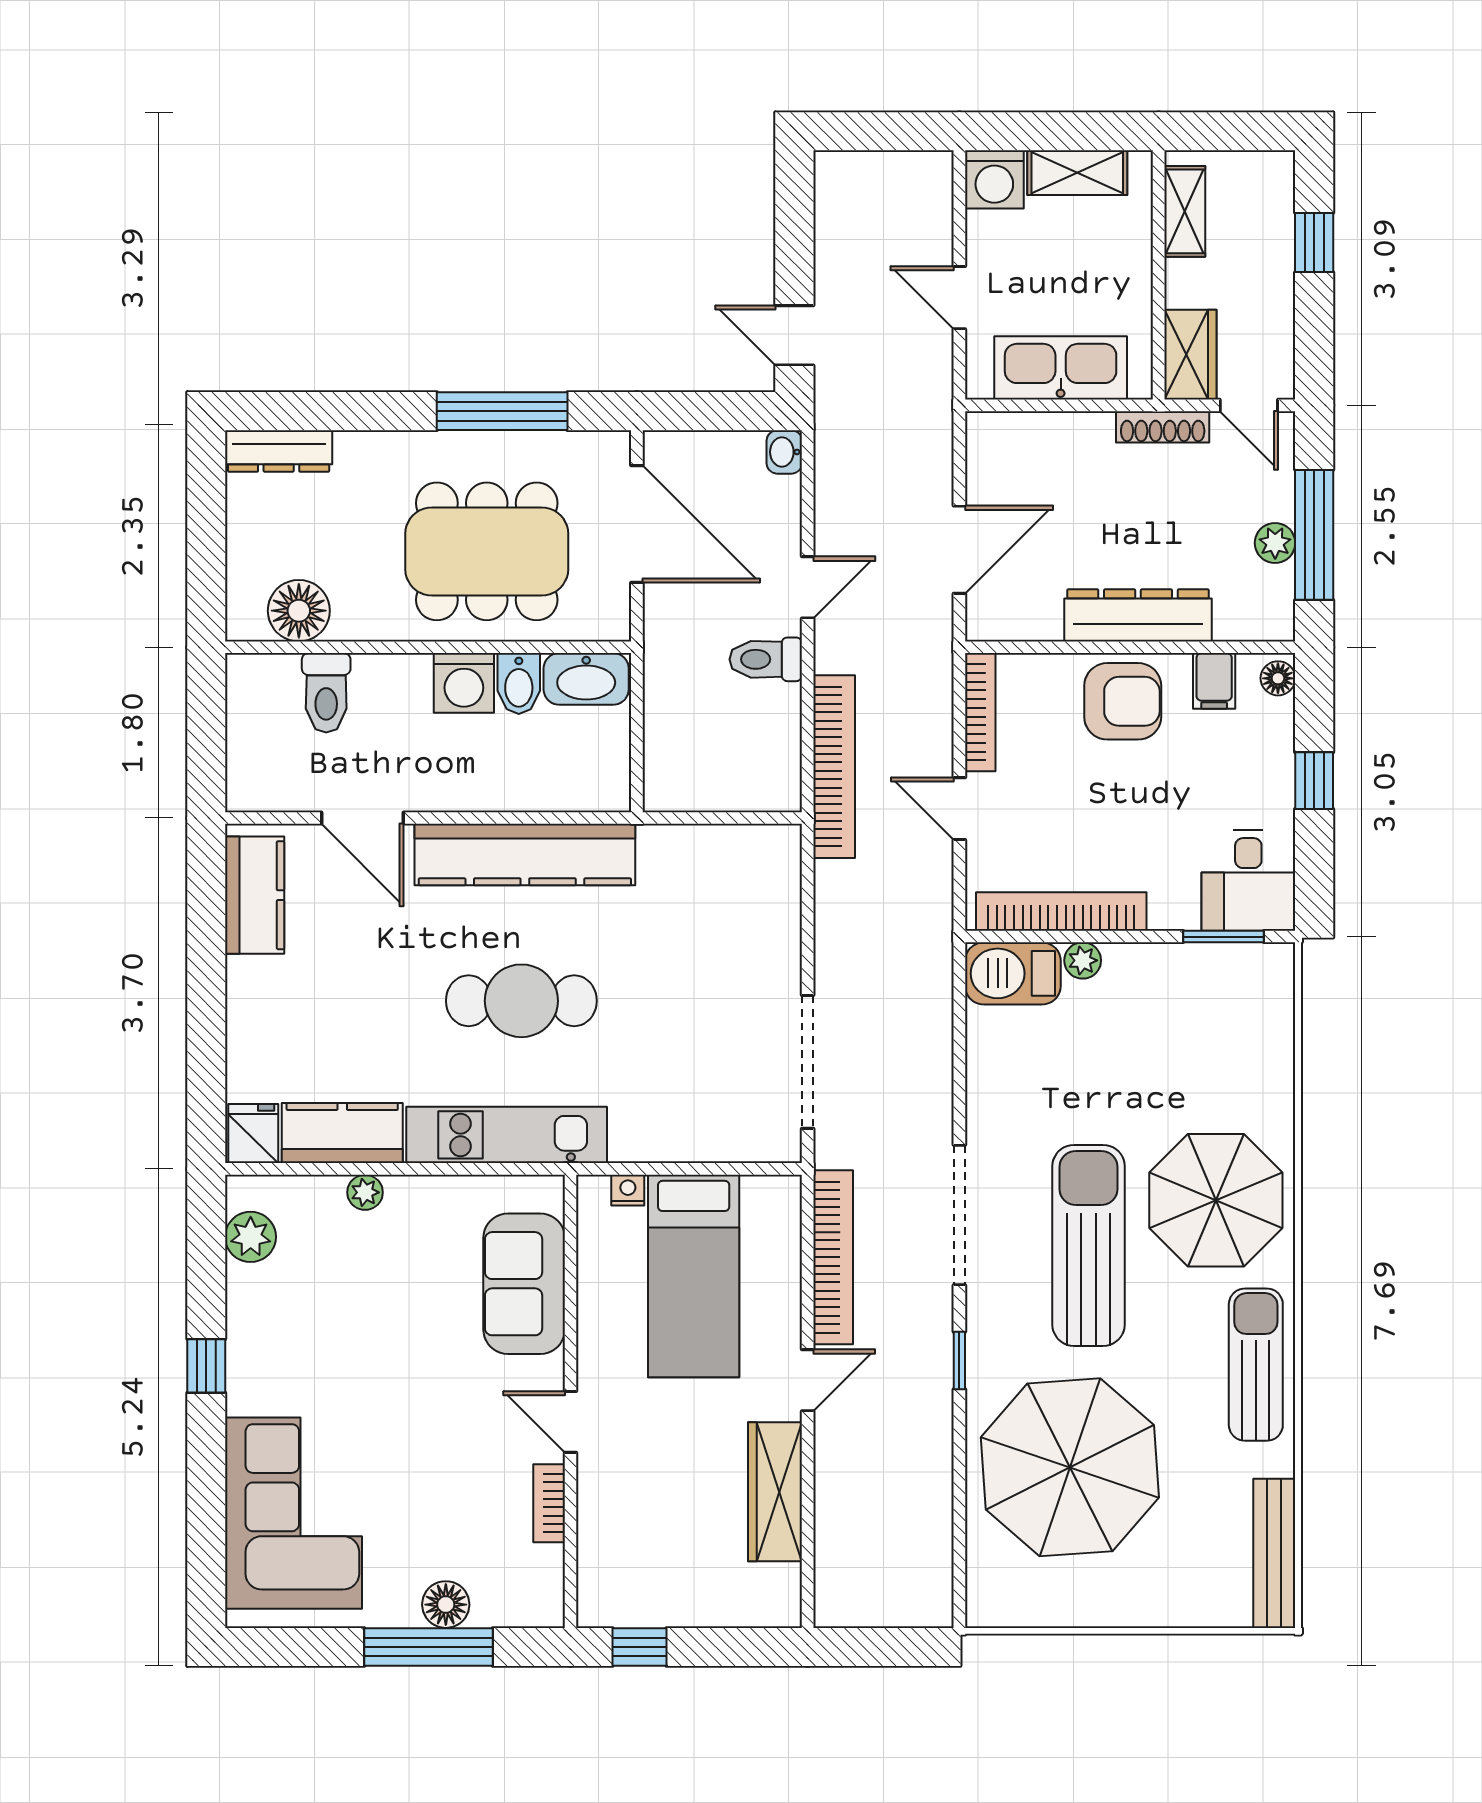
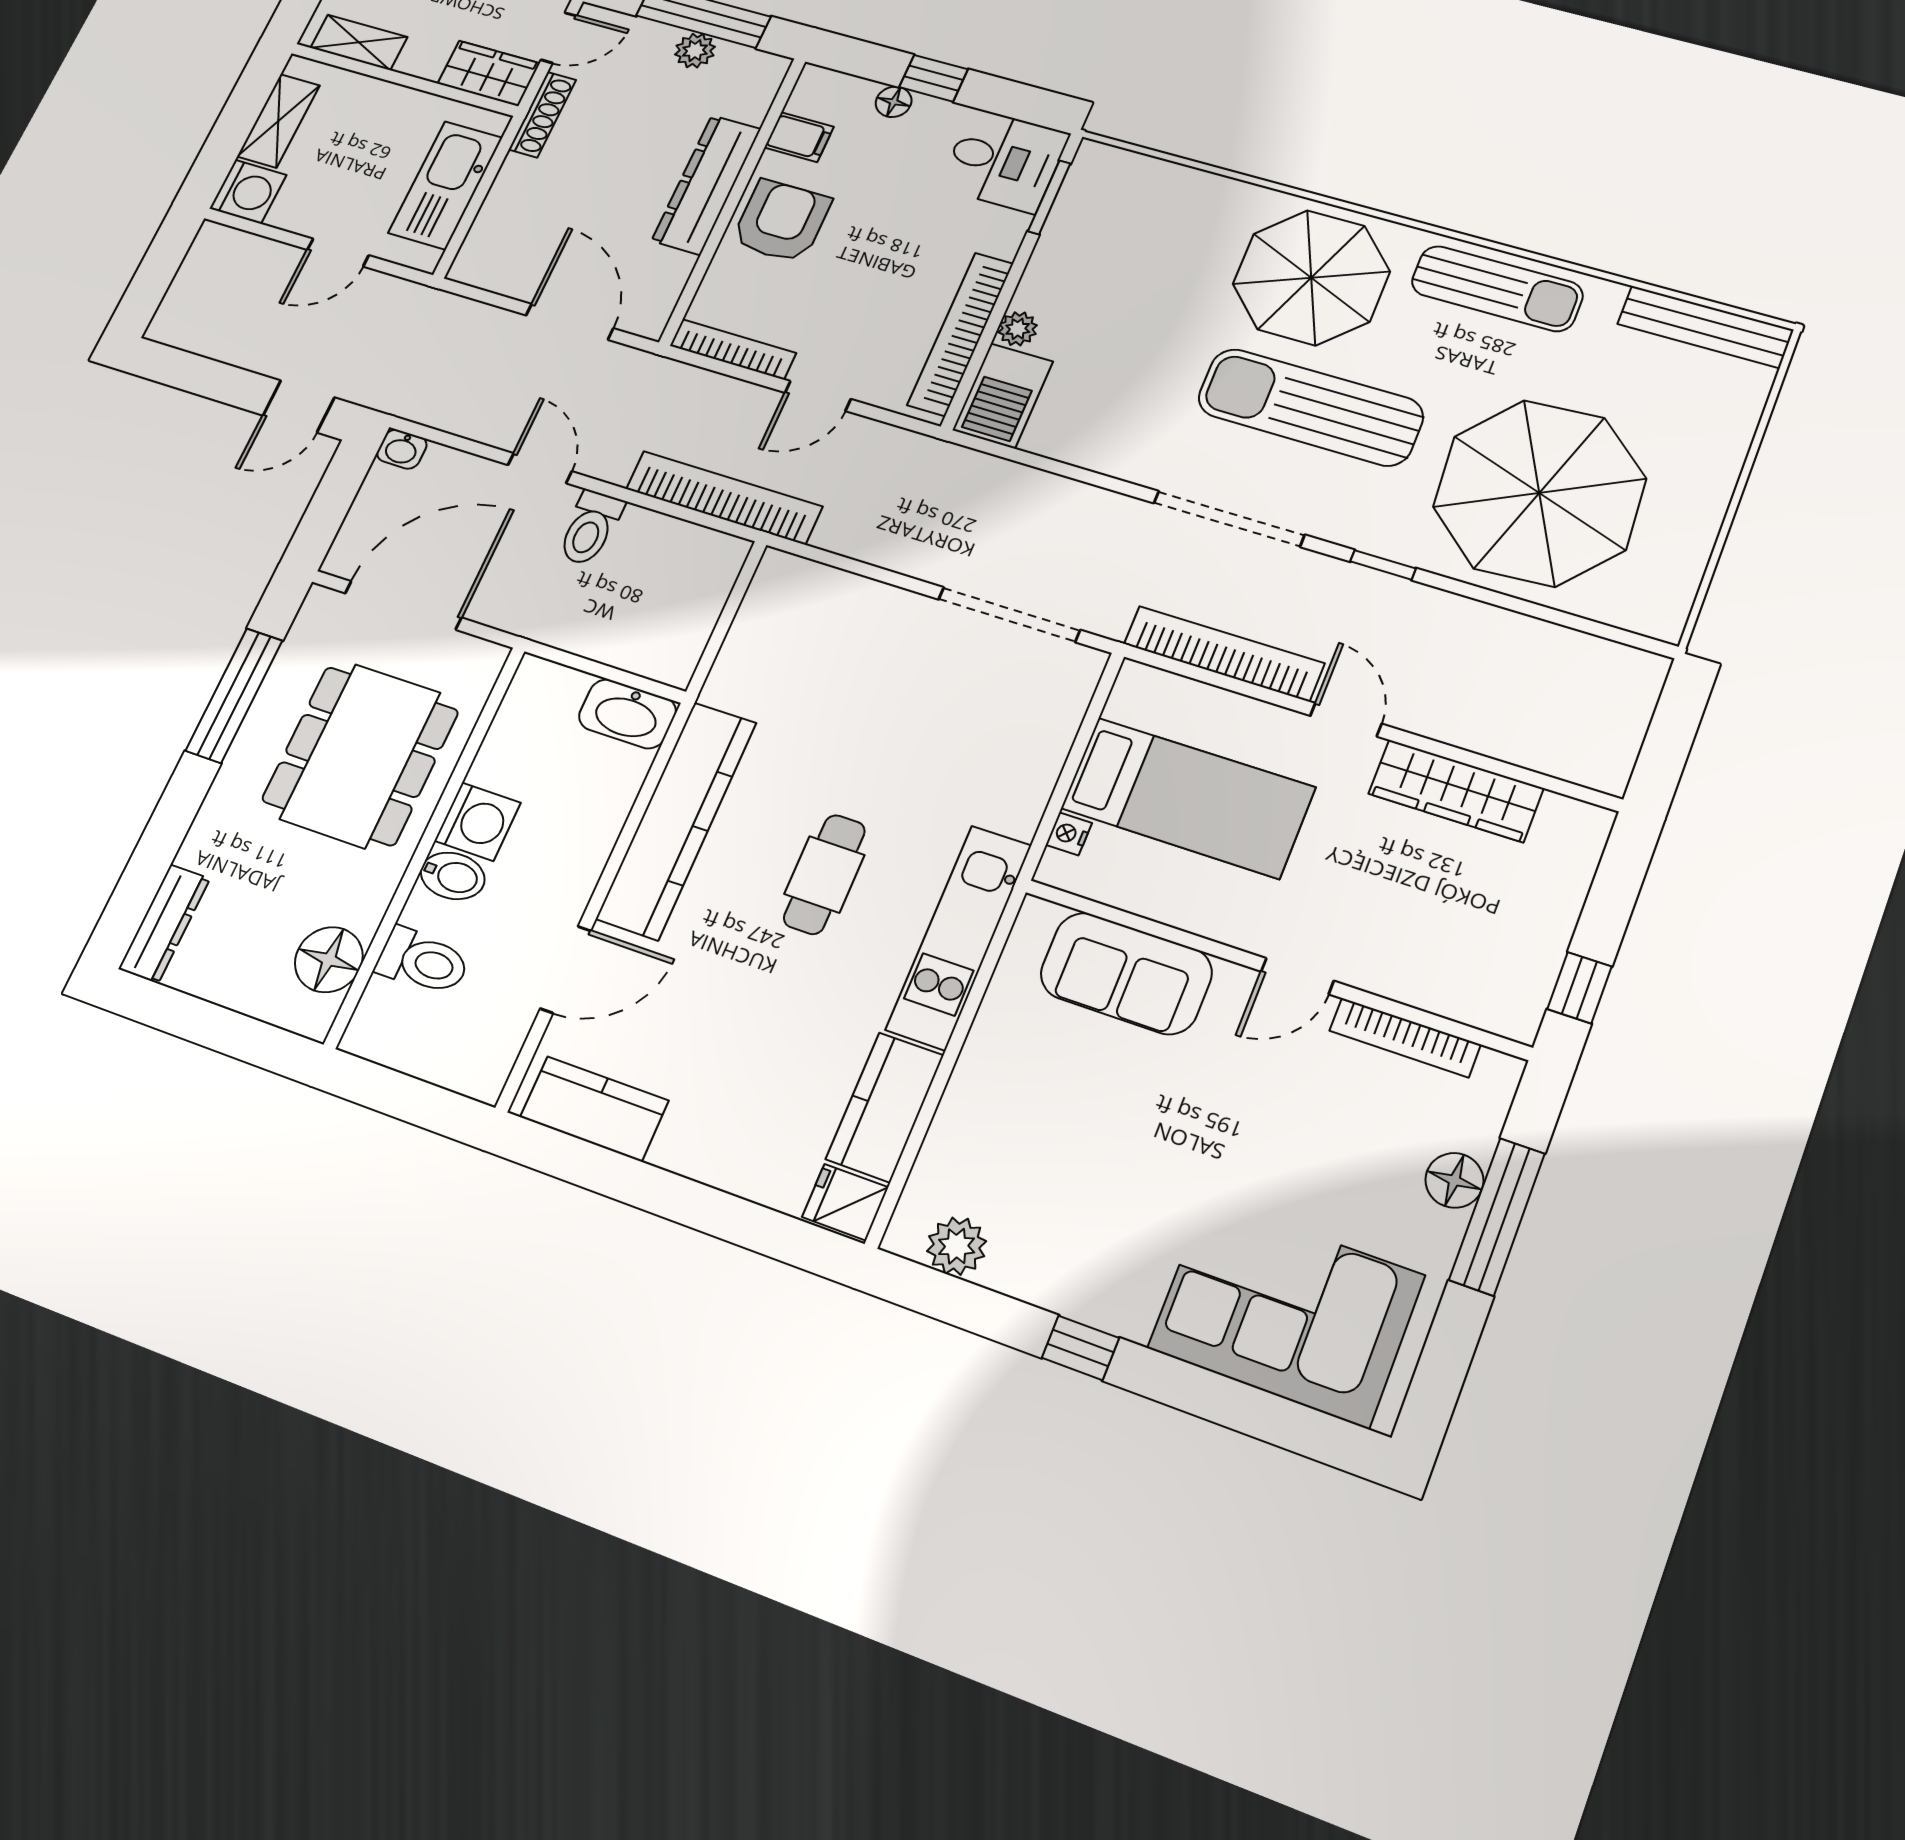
floor lamp: (1278, 678) -> (894, 102), moved
washbasin: (586, 679) -> (627, 714), moved, turned 90
bidet: (519, 684) -> (453, 876), moved
cafe table: (521, 1001) -> (824, 874), width x0.73, depth x0.74
plant: (365, 1192) -> (959, 1106), removed
sun lounger: (1256, 1365) -> (1497, 289), turned 180
bookcase: (549, 1503) -> (1405, 1038), width x1.56

